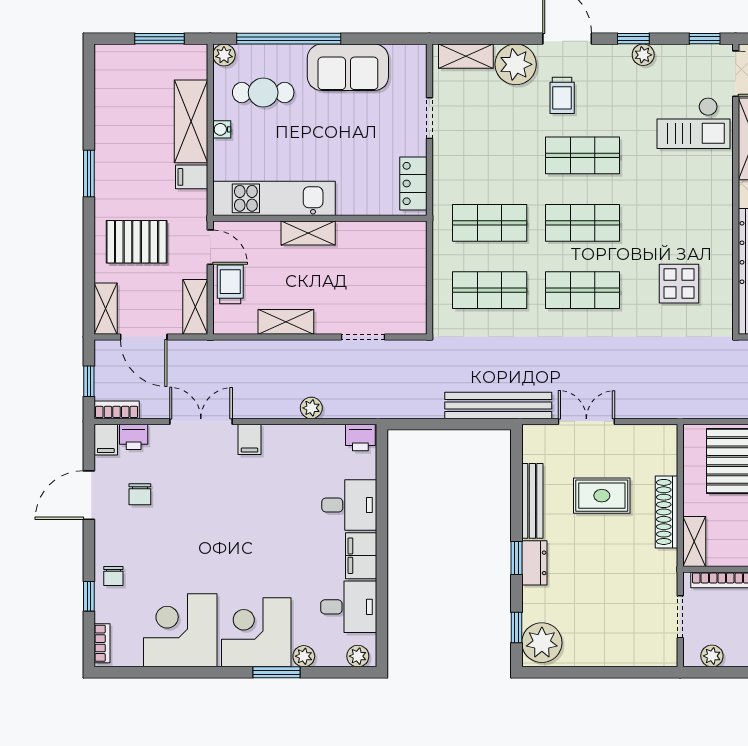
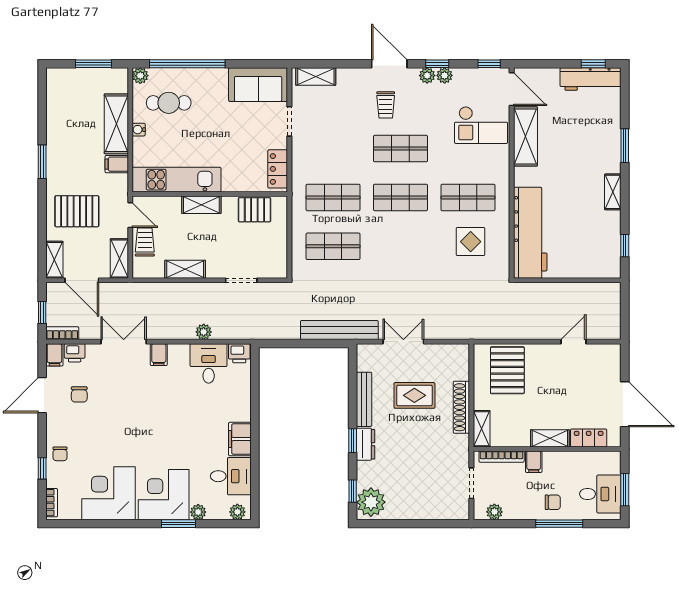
plant: (516, 64) -> (427, 76), moved, width x0.53, depth x0.53
sofa: (348, 67) -> (258, 85), moved
pallet: (381, 240) -> (254, 210), added
shop shelf: (583, 290) -> (468, 197), moved
desk: (349, 505) -> (209, 363), moved, turned -90

